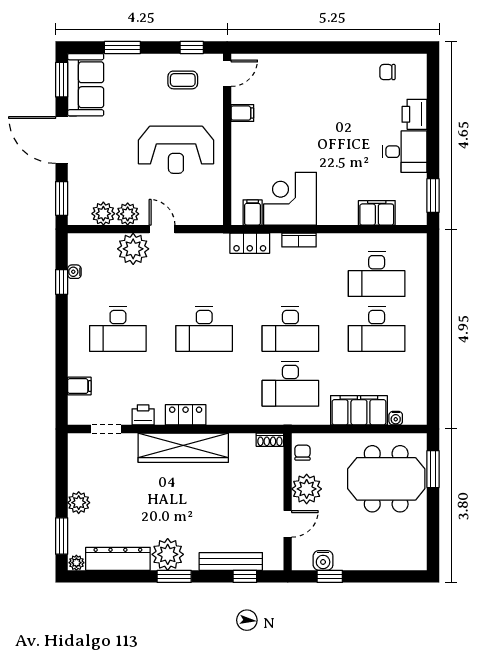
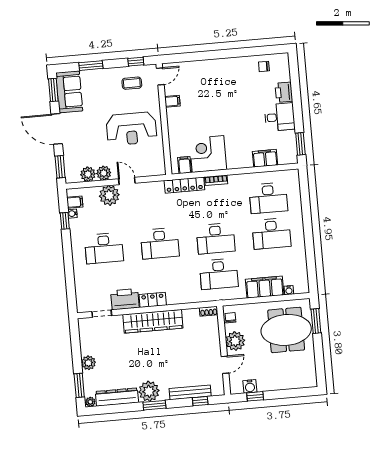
locker: (250, 243) -> (184, 185), width x1.53
filing cabinet: (79, 386) -> (75, 202), moved
printer: (143, 415) -> (125, 299), width x1.87, depth x1.48

